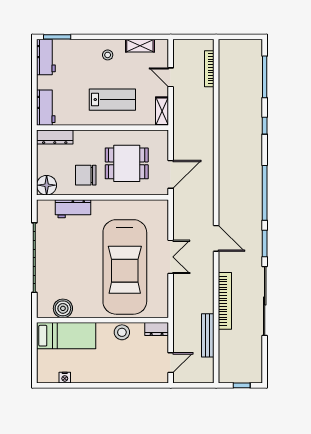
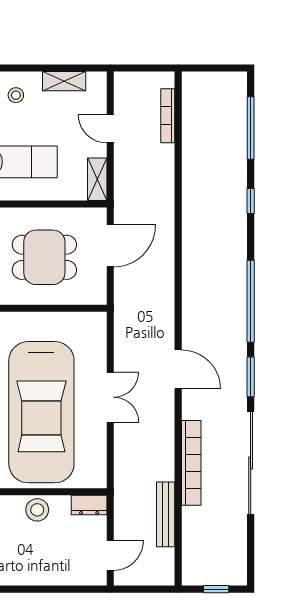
door: (171, 174) -> (110, 246), moved

